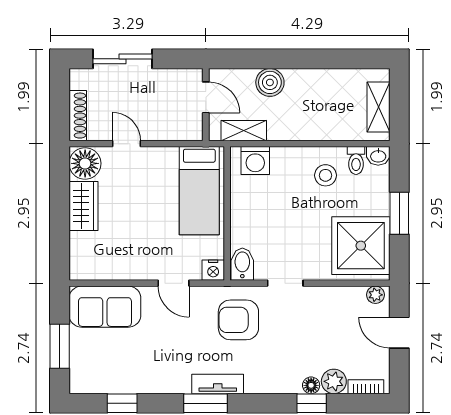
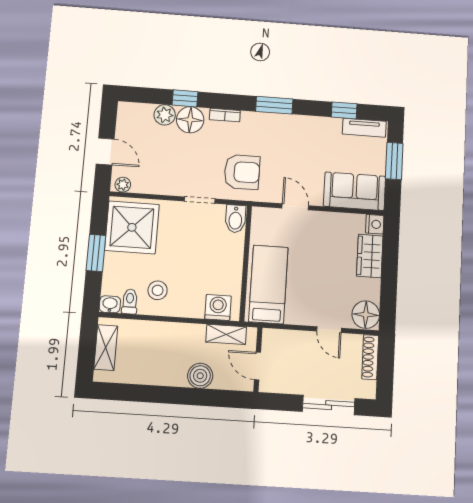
wardrobe: (83, 206) -> (370, 256), moved
nightstand: (213, 270) -> (375, 224), moved, turned 90
tv unit: (218, 384) -> (364, 128), moved
floor lamp: (311, 385) -> (190, 120), width x1.89, depth x1.89
bookcase: (366, 387) -> (225, 115), moved

